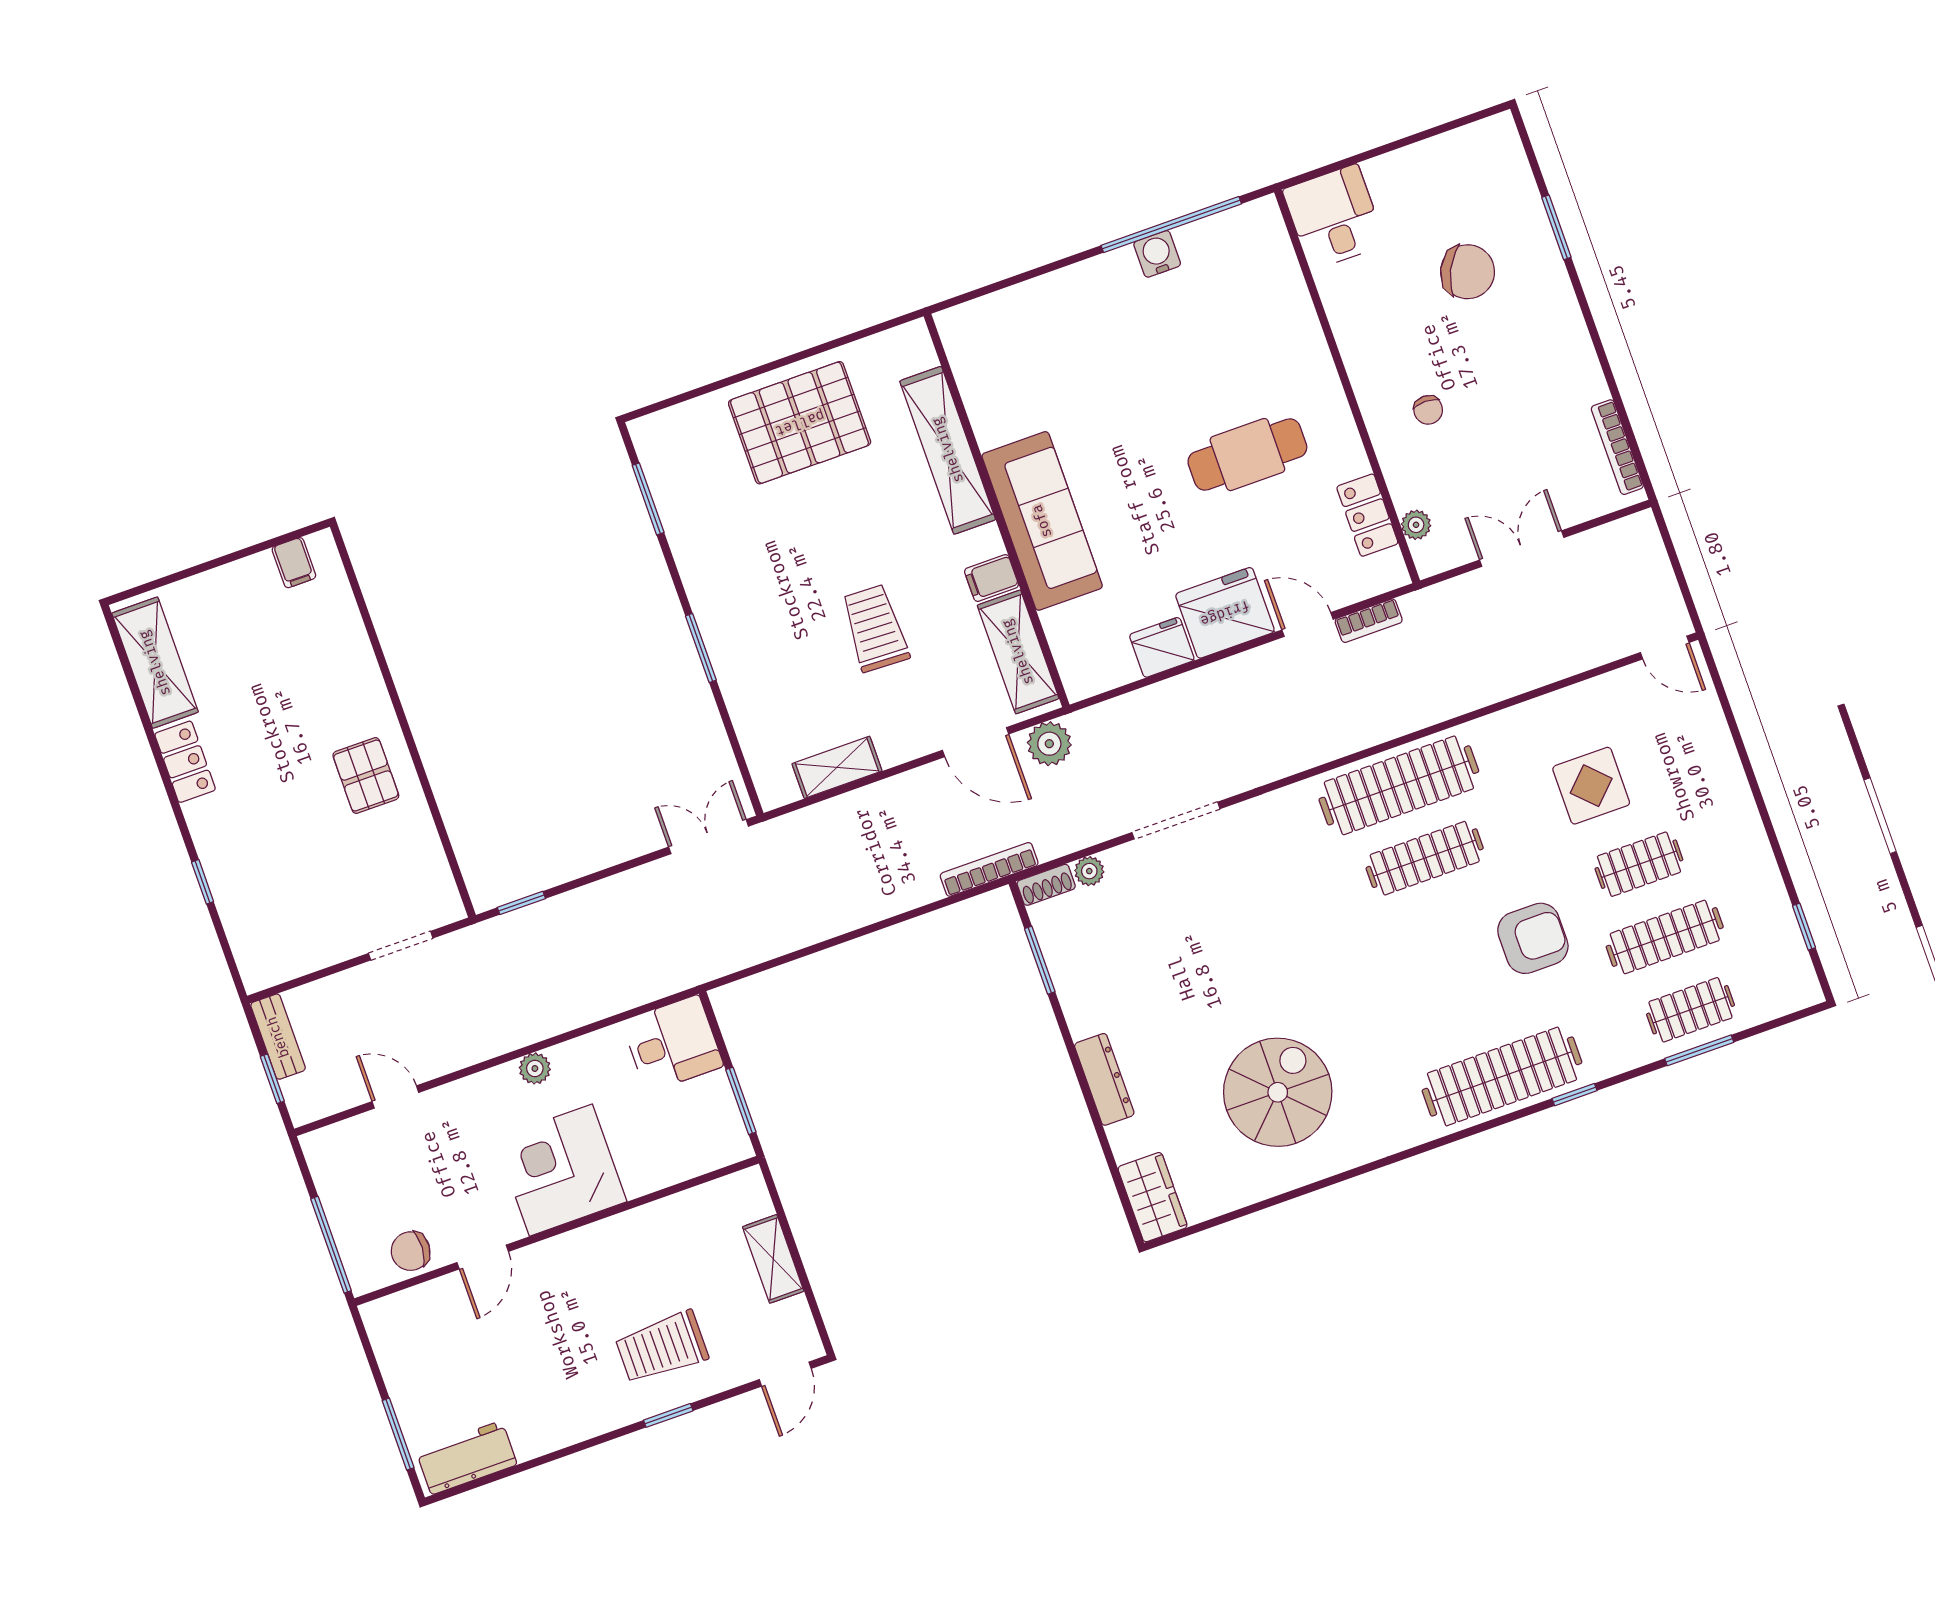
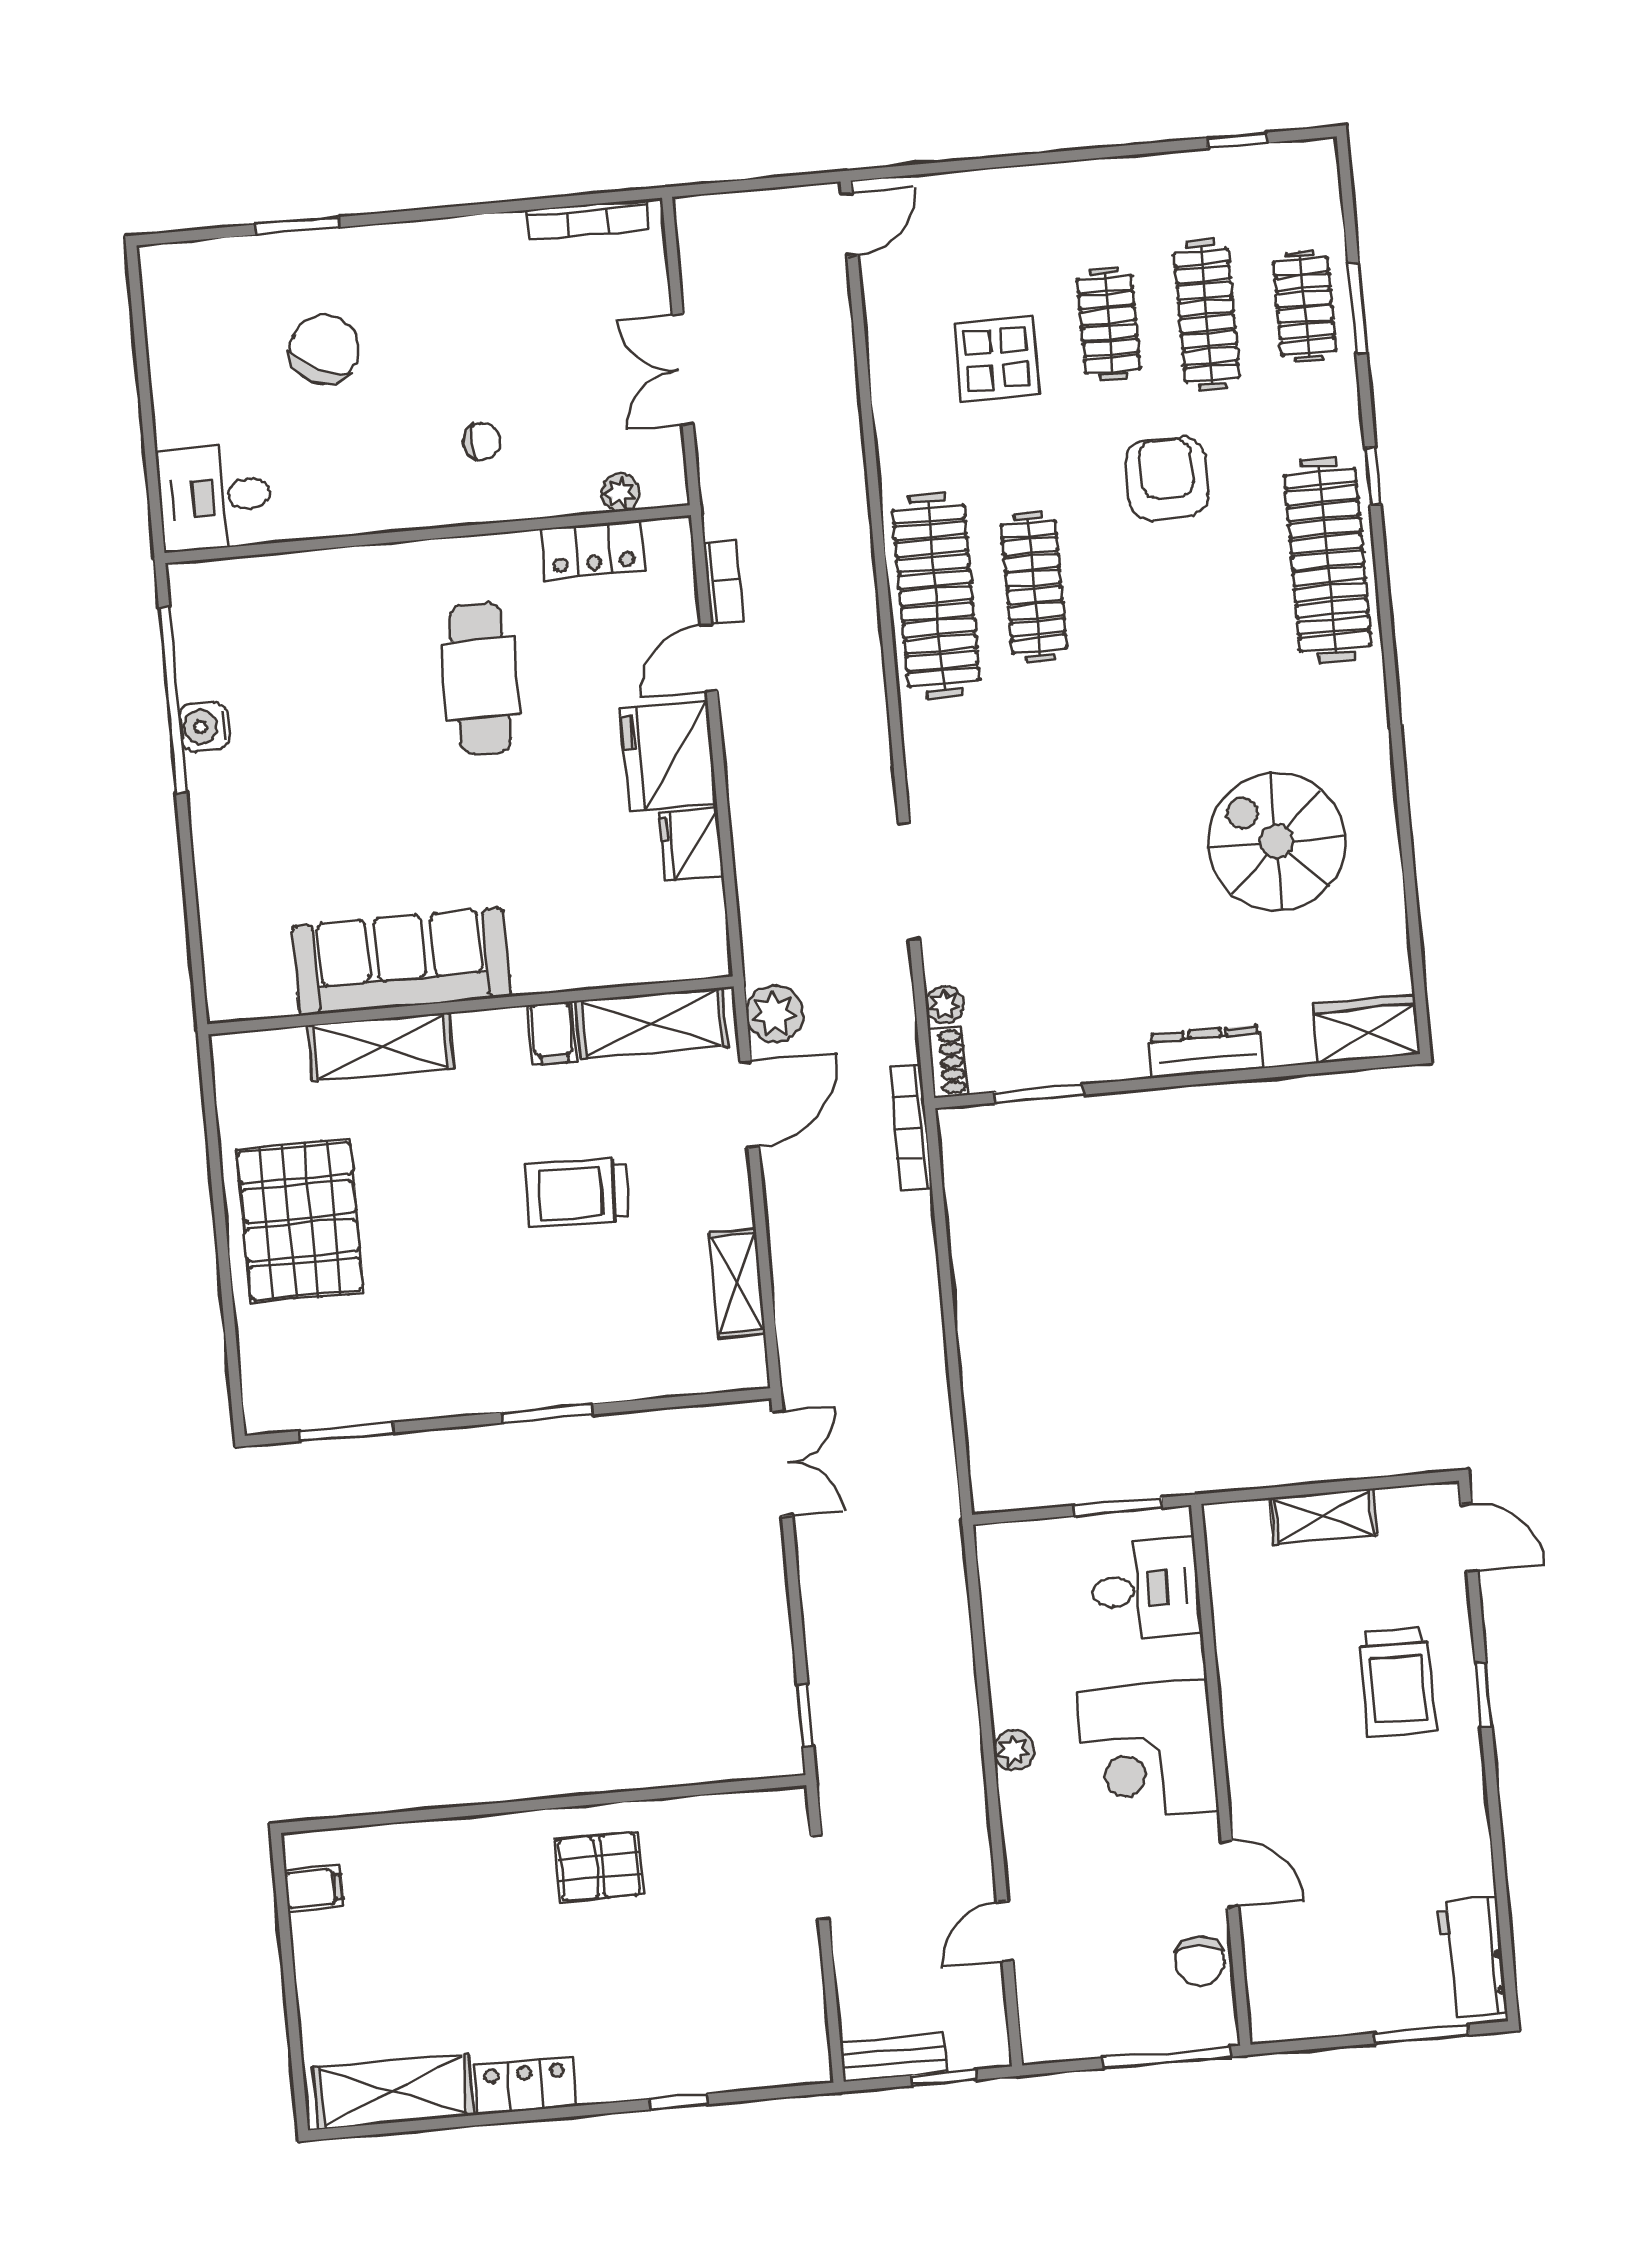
shelving: (948, 450) -> (381, 1047), width x0.68
sofa: (1042, 521) -> (401, 961), moved
double door: (709, 837) -> (782, 1463), swing flipped
desk: (673, 1044) -> (1146, 1589), moved, turned 90

